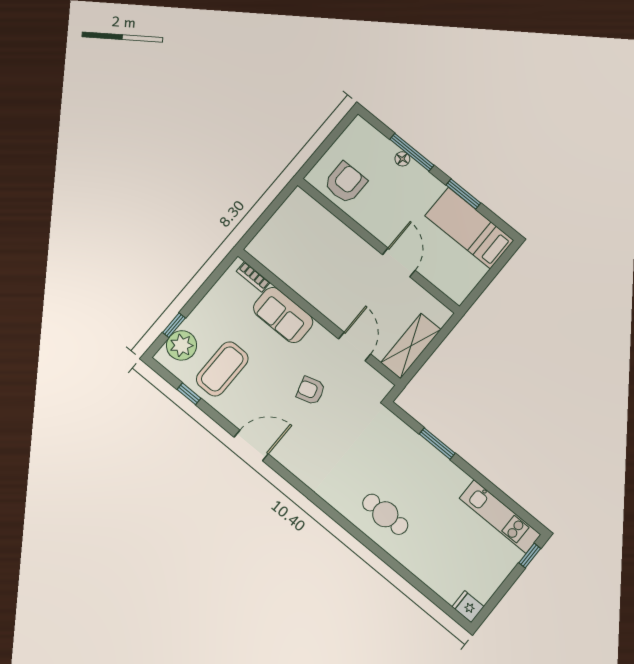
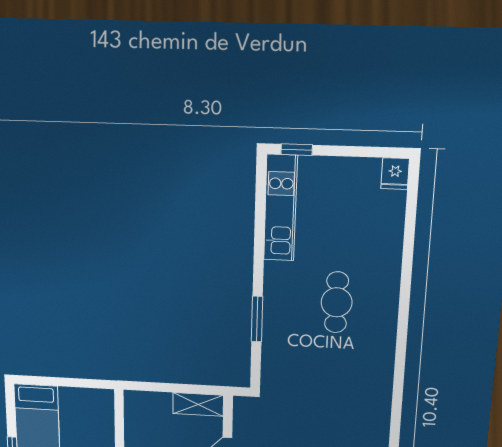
shelving: (411, 346) -> (198, 404), width x0.67, depth x0.75
cafe table: (385, 514) -> (337, 302), moved

